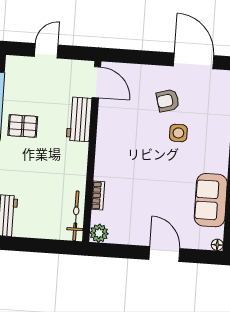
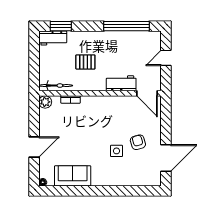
door: (46, 51) -> (166, 58), swing flipped
door: (96, 82) -> (147, 93), hinge flipped
pallet: (23, 126) -> (85, 62), moved, turned 90

